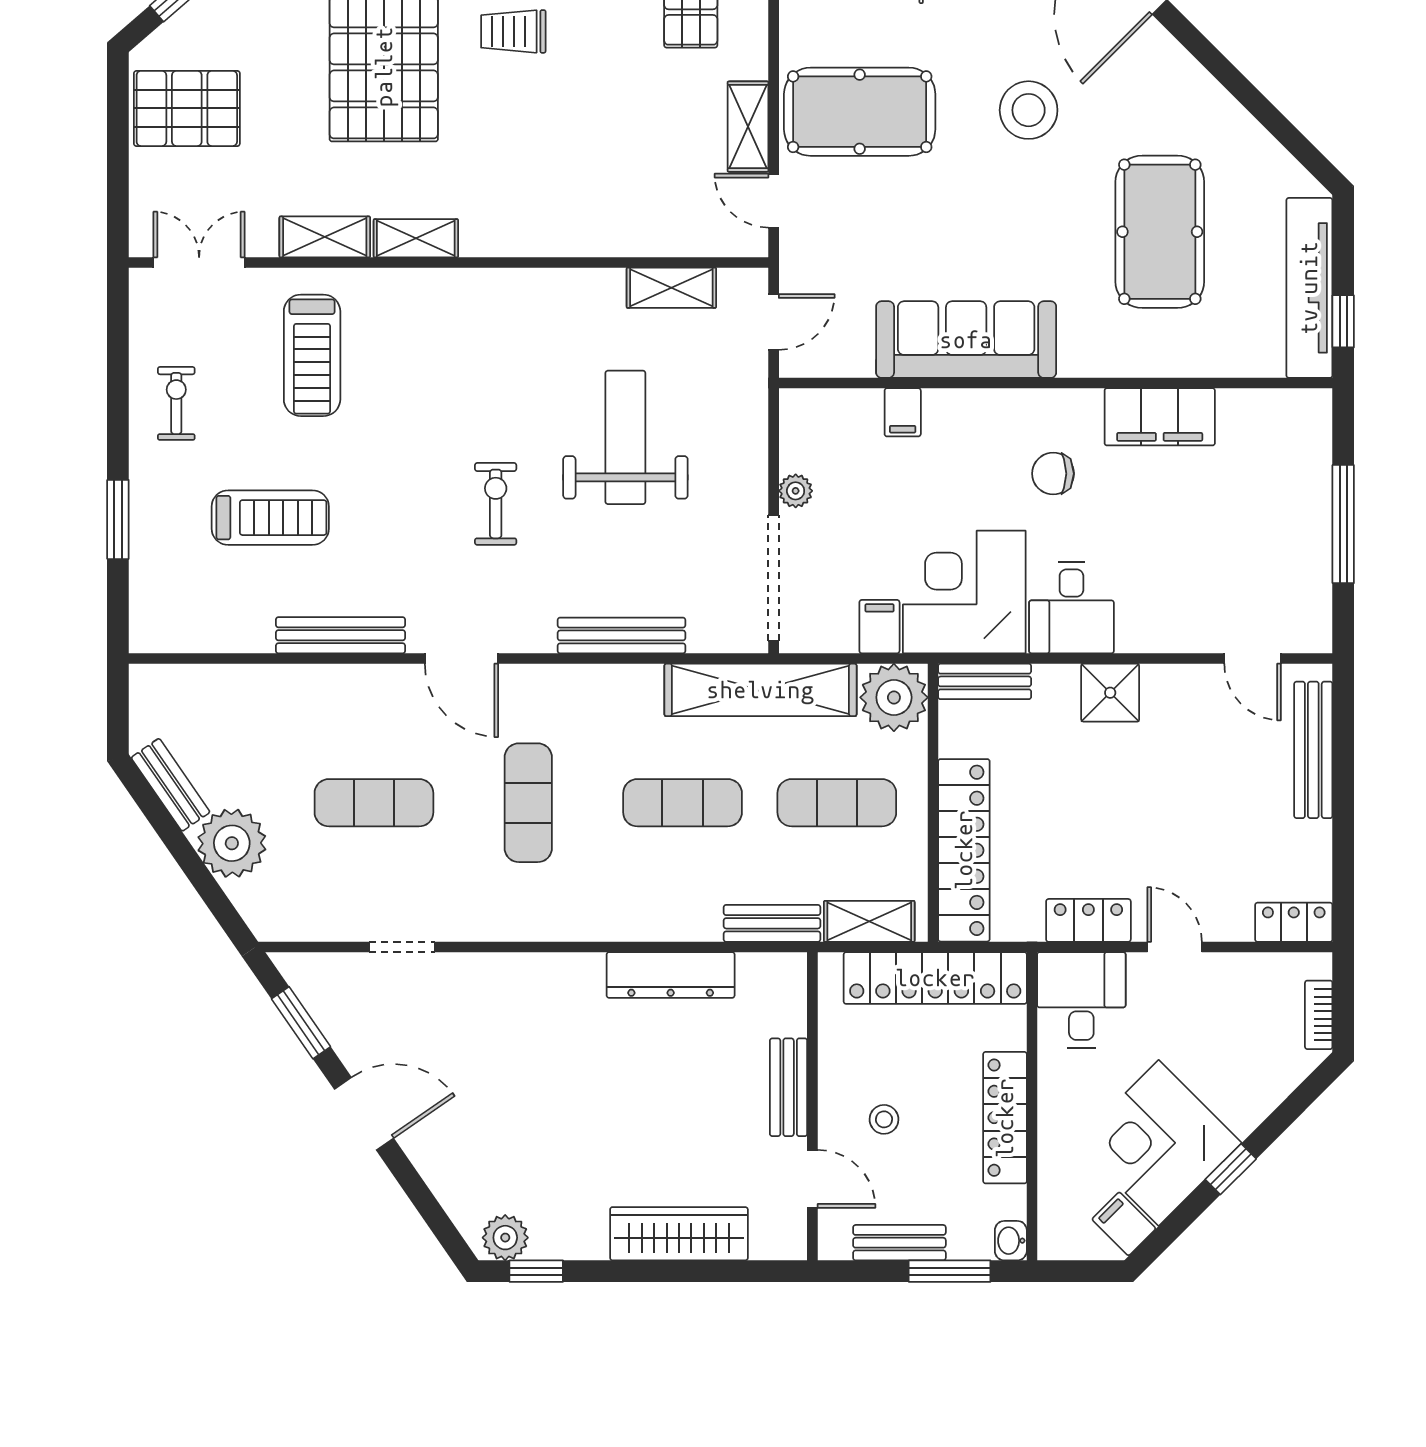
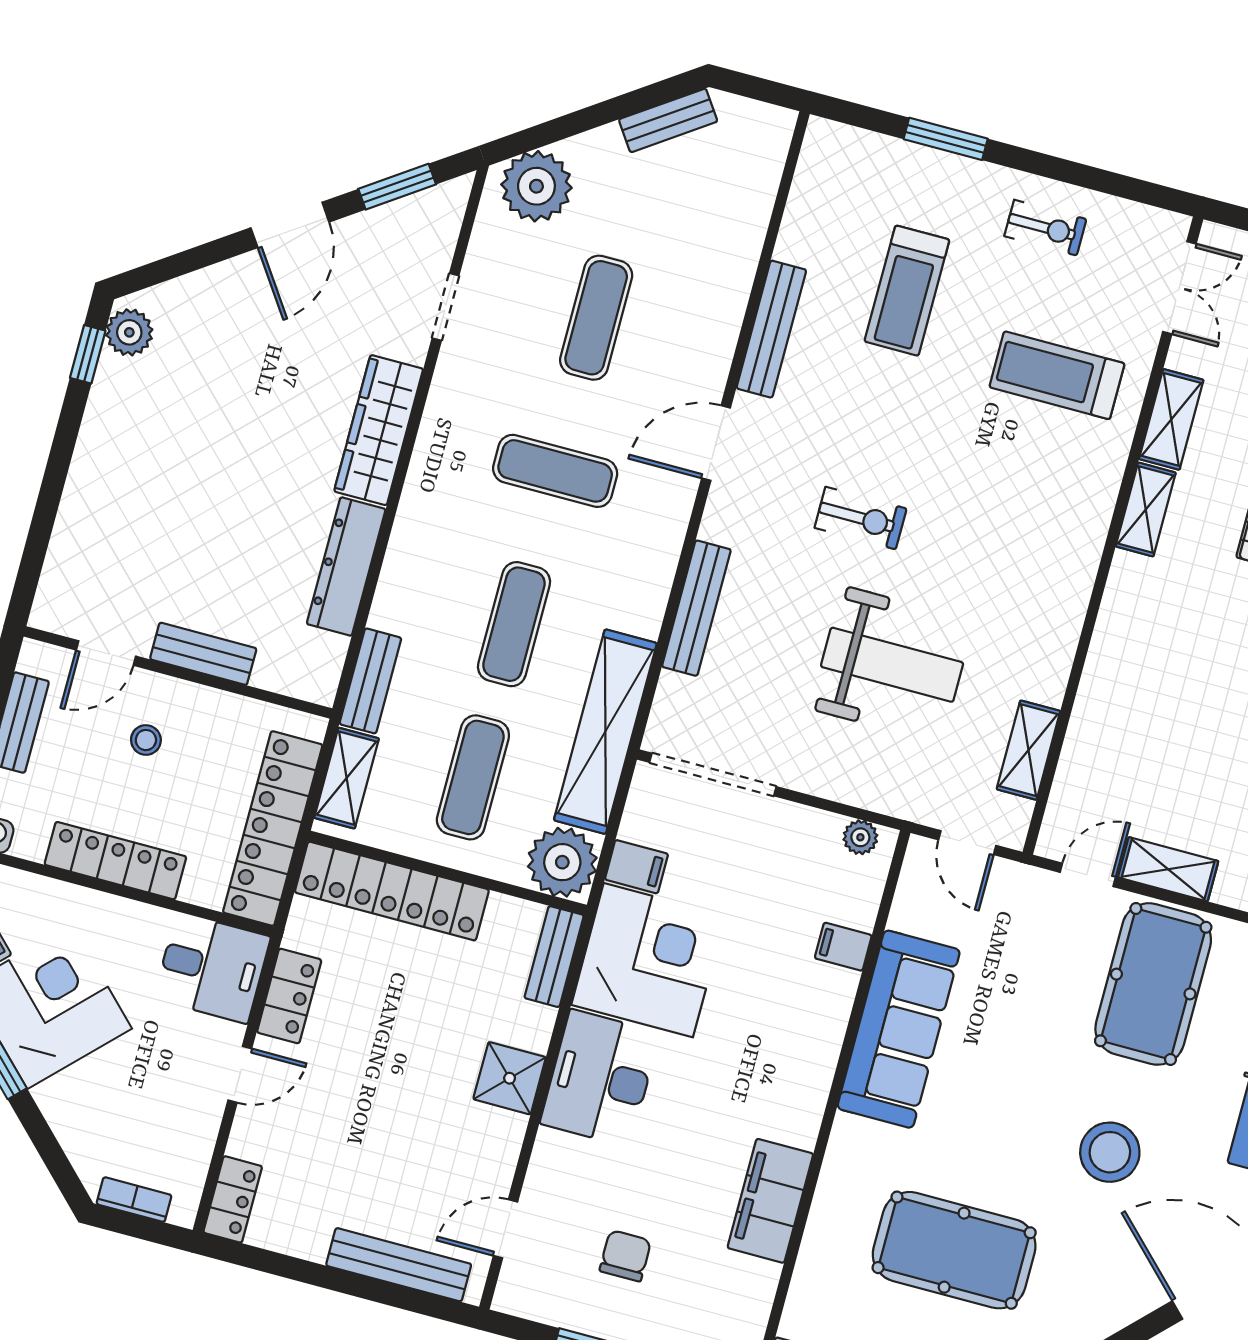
chair: (1053, 474) -> (625, 1256), moved
plant: (796, 491) -> (860, 837), moved
desk: (1071, 608) -> (600, 1078), width x1.37
plant: (232, 843) -> (536, 186), moved
wardrobe: (679, 1234) -> (379, 430), moved, turned 180

